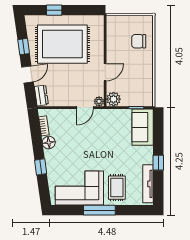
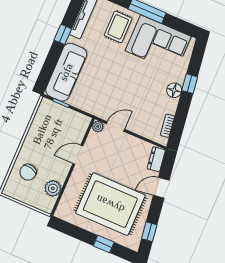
chair: (139, 41) -> (28, 172), turned 103
window: (24, 47) -> (149, 232), moved
plant: (114, 99) -> (53, 188), moved
sofa: (143, 127) -> (66, 72), width x1.36
floor lamp: (49, 142) -> (174, 90), moved

